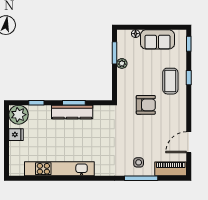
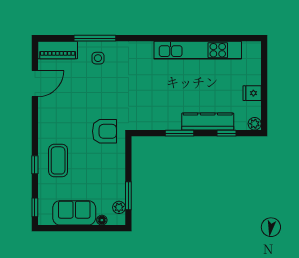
plant: (122, 63) -> (119, 207), moved
armchair: (146, 105) -> (104, 131), moved, turned 180
kitchen counter: (72, 112) -> (208, 122), moved
plant: (19, 115) -> (255, 124), width x0.53, depth x0.53

